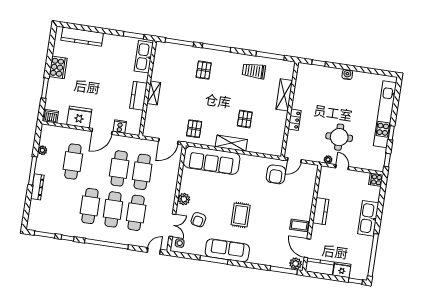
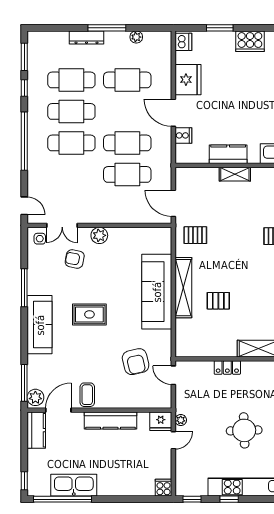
round table: (339, 137) -> (244, 430), moved
shelving: (231, 143) -> (183, 288), width x1.47
sofa: (212, 160) -> (157, 292), moved
armchair: (276, 174) -> (136, 362), moved, turned -103
kitchen counter: (321, 211) -> (110, 421), width x1.50
cafe table: (136, 213) -> (71, 80), moved
kitchen sink: (368, 218) -> (74, 485), moved
sofa: (227, 250) -> (40, 325), moved
fridge: (342, 270) -> (161, 421), moved, turned 90

